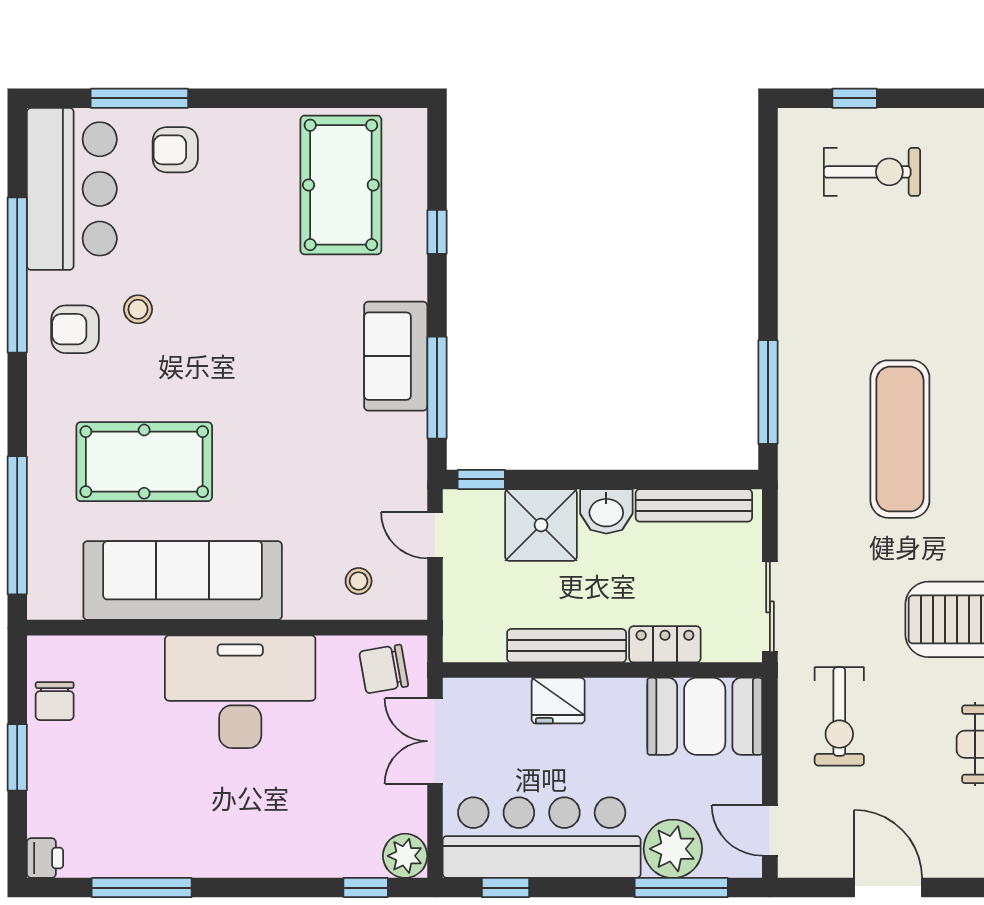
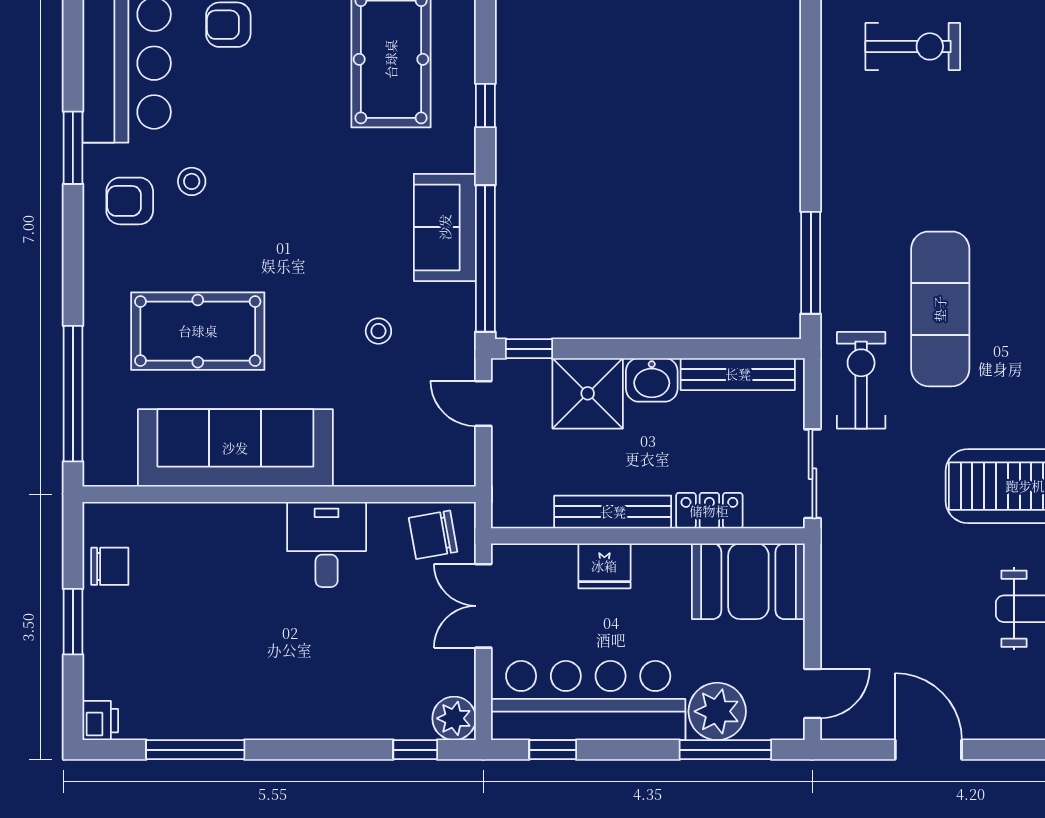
window: (17, 275) -> (73, 148), width x0.47
window: (437, 388) -> (485, 258), width x1.46
stool: (359, 581) -> (378, 331), moved
desk: (240, 692) -> (327, 544), width x0.53, depth x0.77
chair: (55, 701) -> (110, 566), turned -90
exercise bike: (839, 716) -> (861, 380), moved, turned 180
door: (770, 830) -> (812, 693), swing flipped

